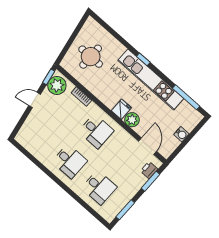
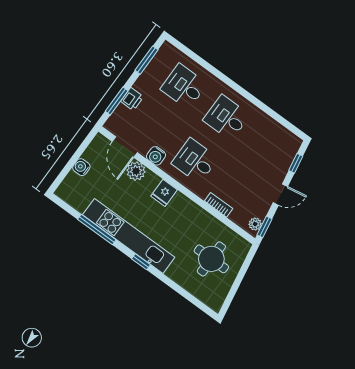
plant: (57, 85) -> (255, 224), width x0.53, depth x0.53
window: (186, 97) -> (97, 229), moved
plant: (132, 120) -> (136, 171), moved
window: (21, 122) -> (296, 163), added
water cooler: (125, 138) -> (156, 156), added
printer: (149, 170) -> (132, 99), moved

